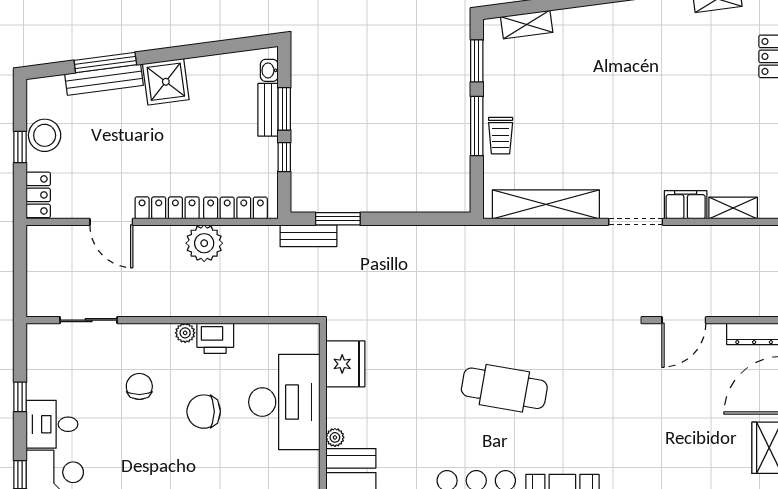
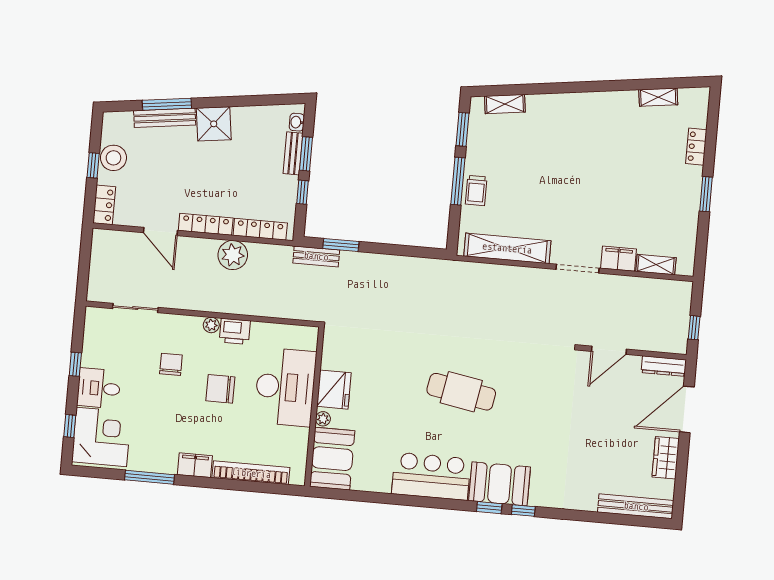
fridge: (345, 364) -> (334, 390), moved

